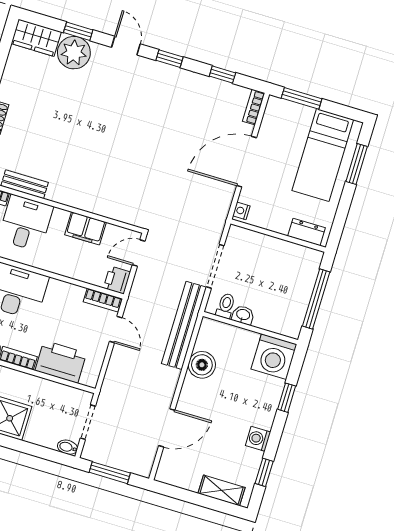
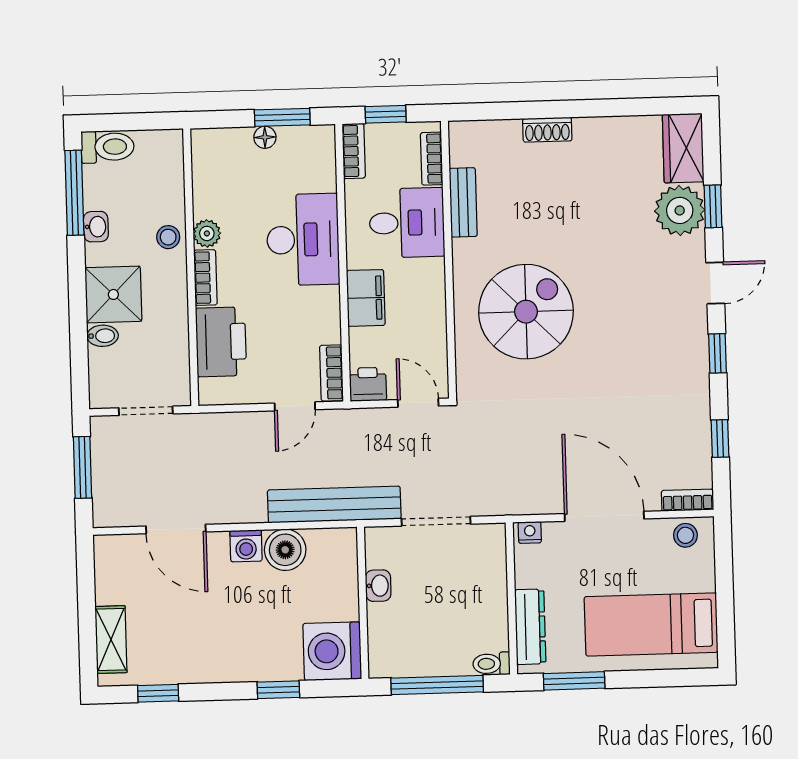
window: (302, 98) -> (724, 566), removed
stool: (275, 116) -> (685, 535), added
window: (357, 164) -> (574, 681), moved
spiral stairs: (105, 168) -> (526, 312), added
filing cabinet: (85, 228) -> (366, 298), moved, turned 180
dresser: (307, 232) -> (530, 627), width x1.44
toilet: (226, 306) -> (492, 664), moved, turned 180
washing machine: (258, 439) -> (246, 546), moved, turned 180
bidet: (68, 447) -> (103, 336), moved, turned 90

